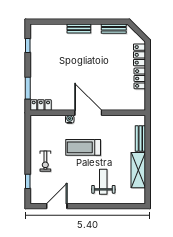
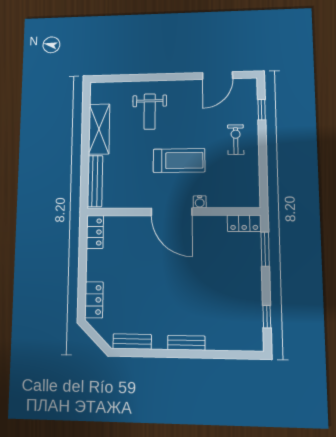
locker: (140, 78) -> (95, 232), moved
bench: (140, 139) -> (95, 181), width x1.36

